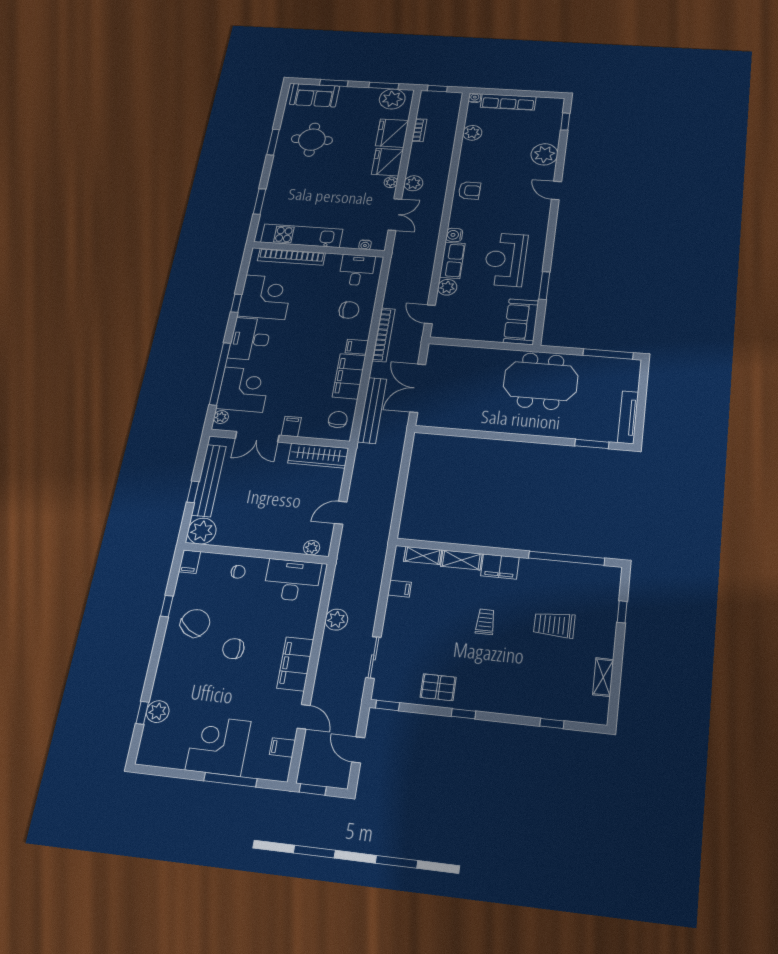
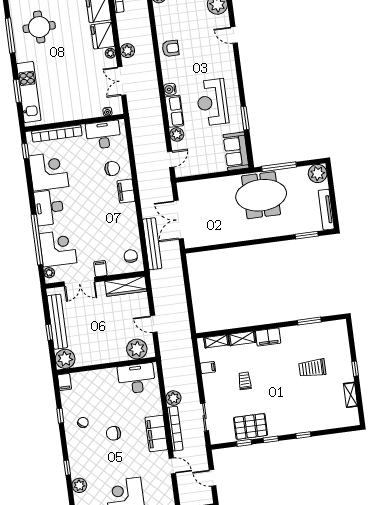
window: (273, 142) -> (10, 35), width x1.44
double door: (395, 215) -> (122, 81), swing flipped
kitchen unit: (302, 236) -> (29, 92), moved, turned 90
desk: (357, 270) -> (103, 135), width x1.37
window: (236, 303) -> (25, 151), moved
door: (430, 314) -> (171, 159), swing flipped
bookcase: (384, 335) -> (175, 429), moved
filing cabinet: (357, 347) -> (126, 191), width x2.00
window: (608, 354) -> (279, 167), moved
plant: (627, 370) -> (318, 174), added
filing cabinet: (349, 376) -> (128, 221), removed
door: (341, 513) -> (154, 324), hinge flipped
plant: (312, 548) -> (137, 349), width x1.88, depth x1.88
window: (567, 558) -> (309, 321), width x0.47
chair: (238, 572) -> (99, 381), removed
window: (622, 612) -> (355, 369), moved
trolley: (485, 622) -> (245, 381), moved
chair: (195, 623) -> (83, 422), width x0.54, depth x0.54
pallet: (438, 687) -> (251, 426), width x1.50, depth x1.42
window: (387, 705) -> (244, 443), moved
window: (142, 713) -> (67, 468), moved
window: (552, 724) -> (303, 435), moved
filing cabinet: (282, 747) -> (165, 488), removed

